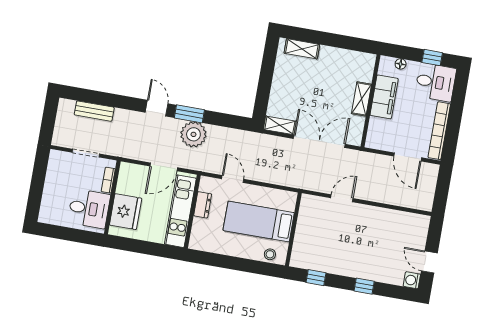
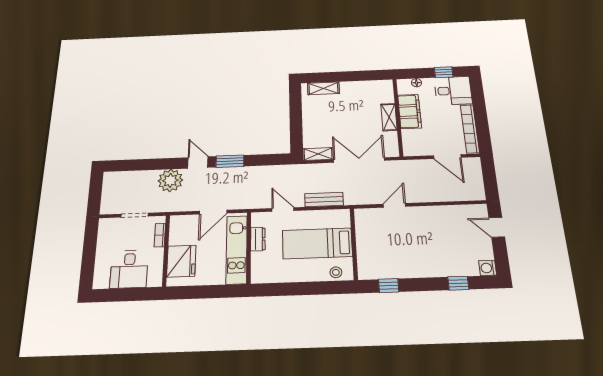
bench: (94, 111) -> (324, 200), moved
plant: (193, 134) -> (170, 180), moved
desk: (89, 209) -> (129, 269), moved, turned 90
door: (429, 262) -> (497, 227), moved
window: (364, 286) -> (458, 283), moved

